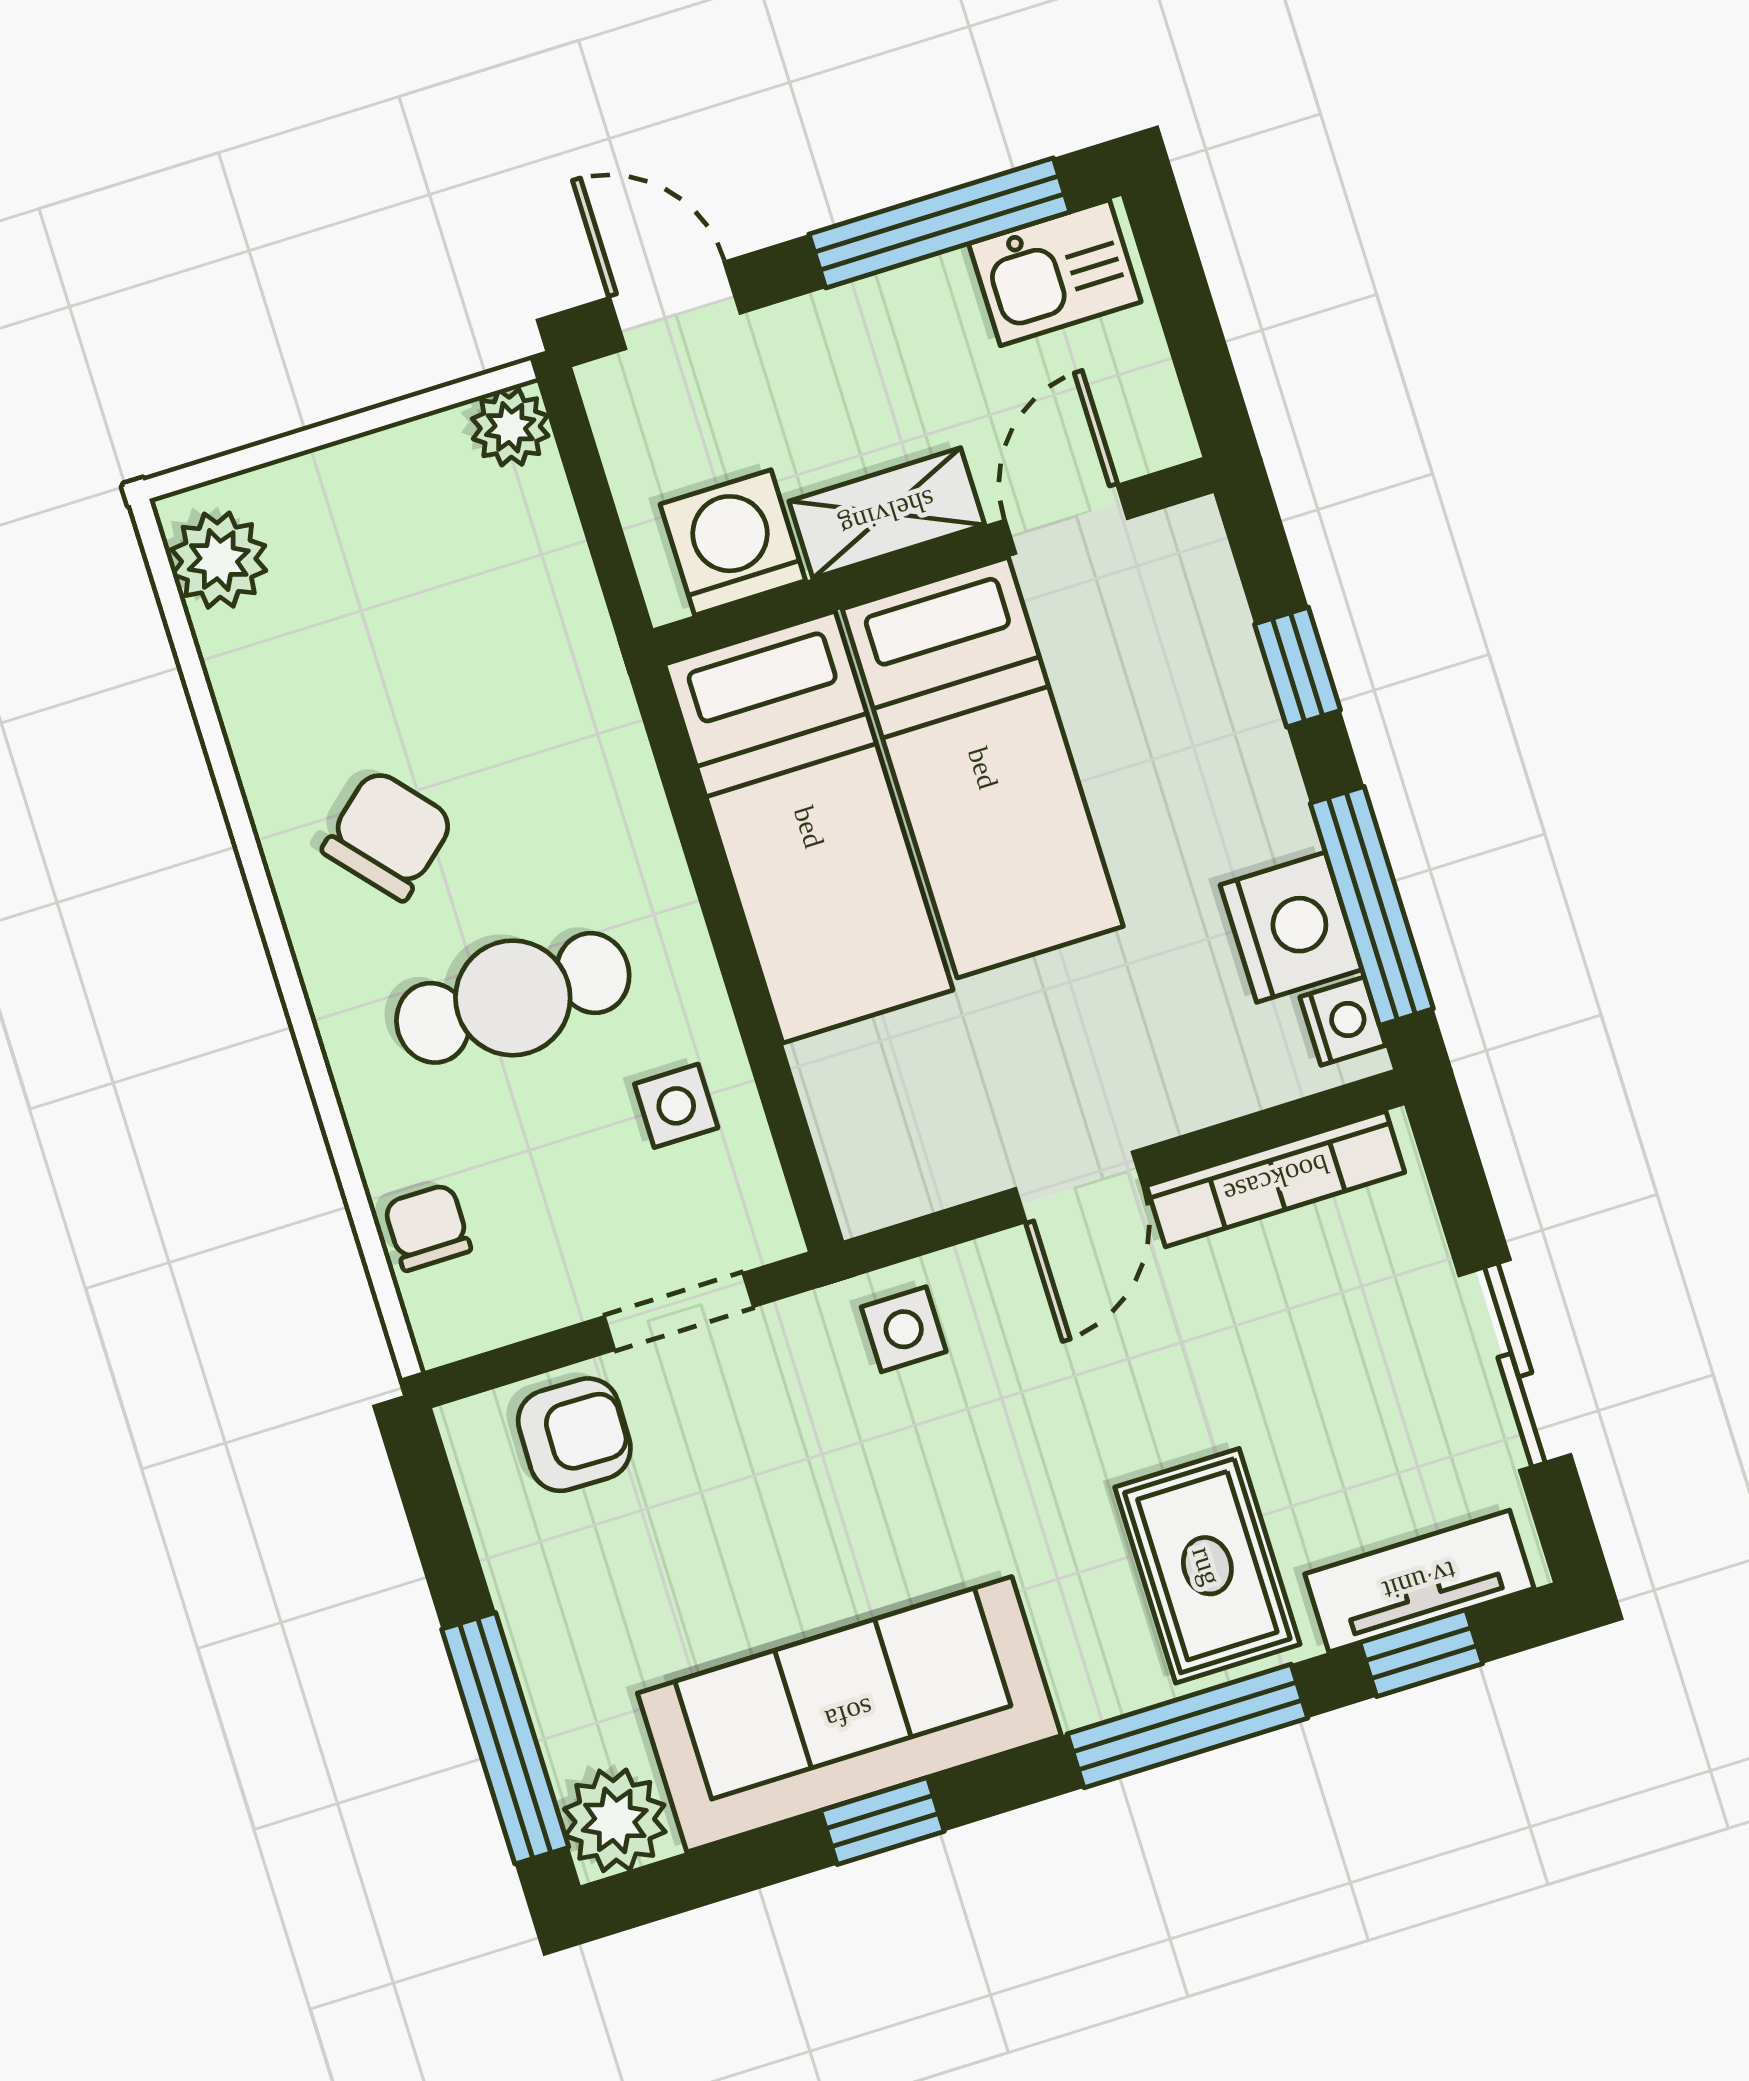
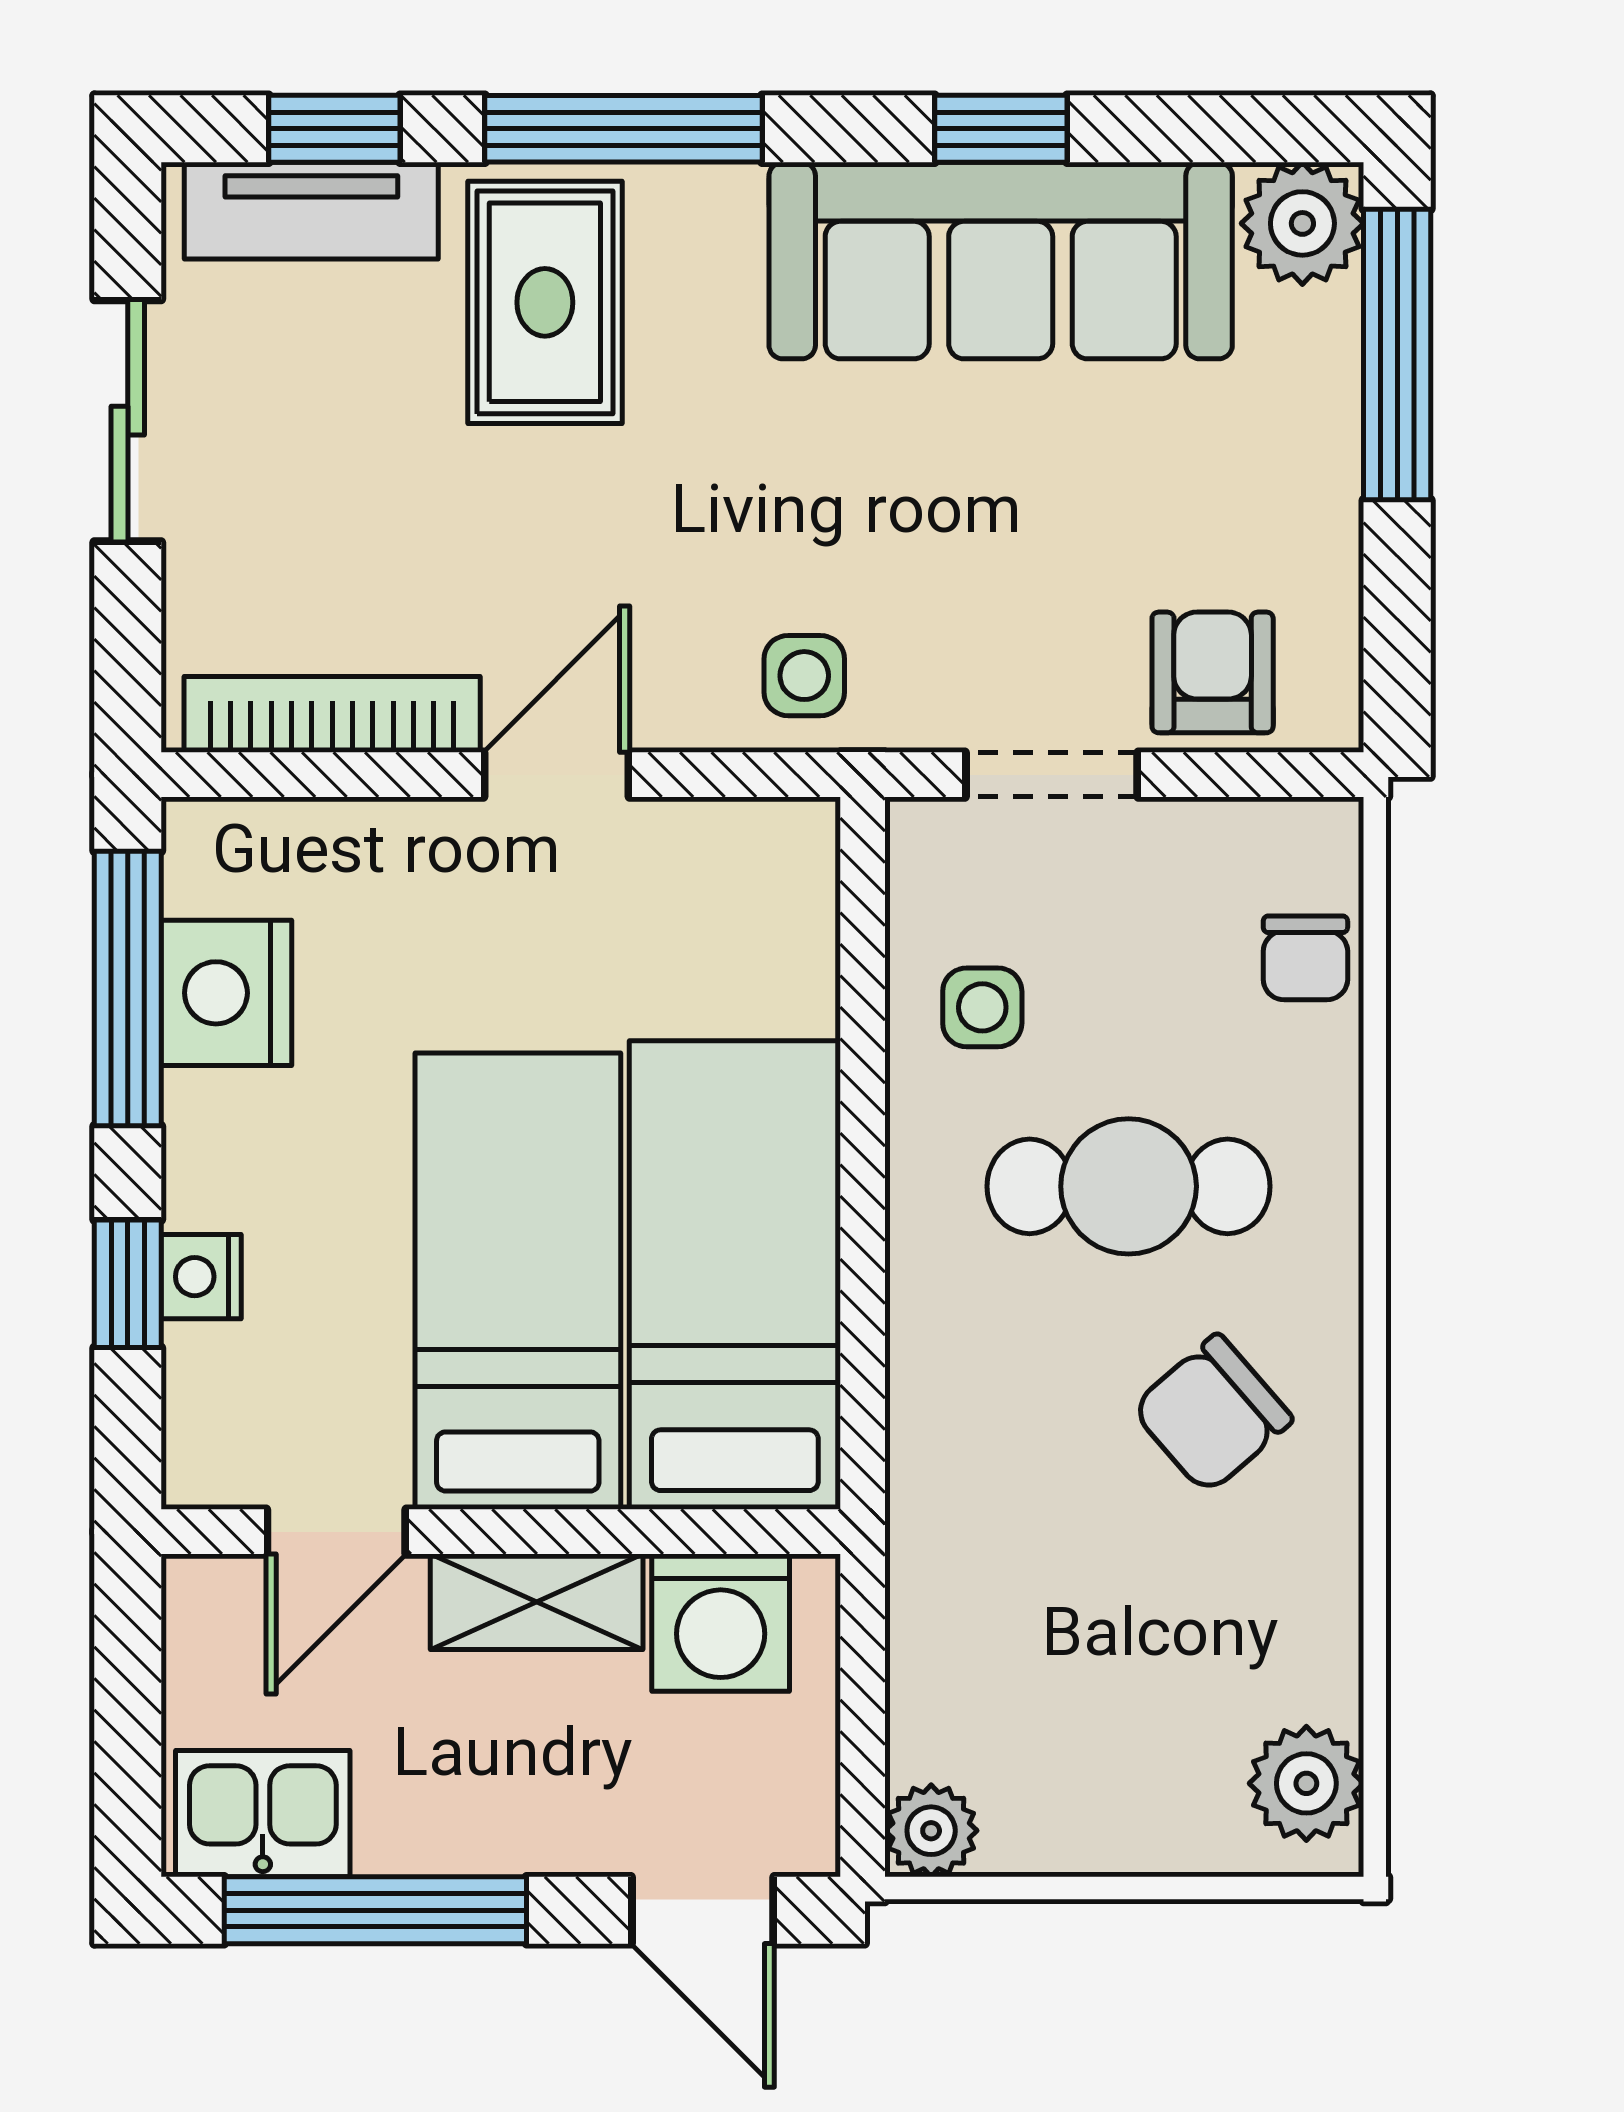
nightstand: (1343, 1021) -> (201, 1277), moved
armchair: (574, 1435) -> (1213, 672), turned 89

